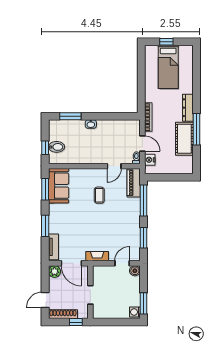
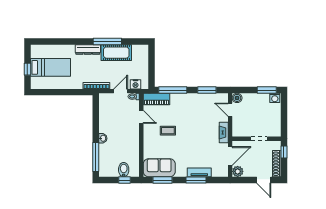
window: (70, 116) -> (96, 157), width x1.44
tv unit: (53, 247) -> (199, 172), moved

